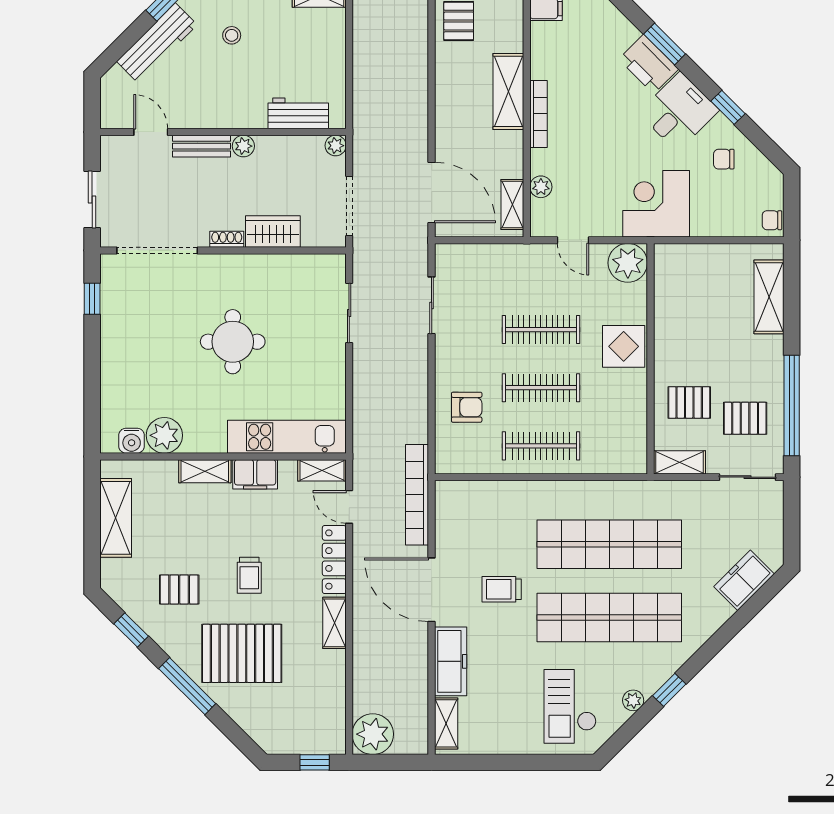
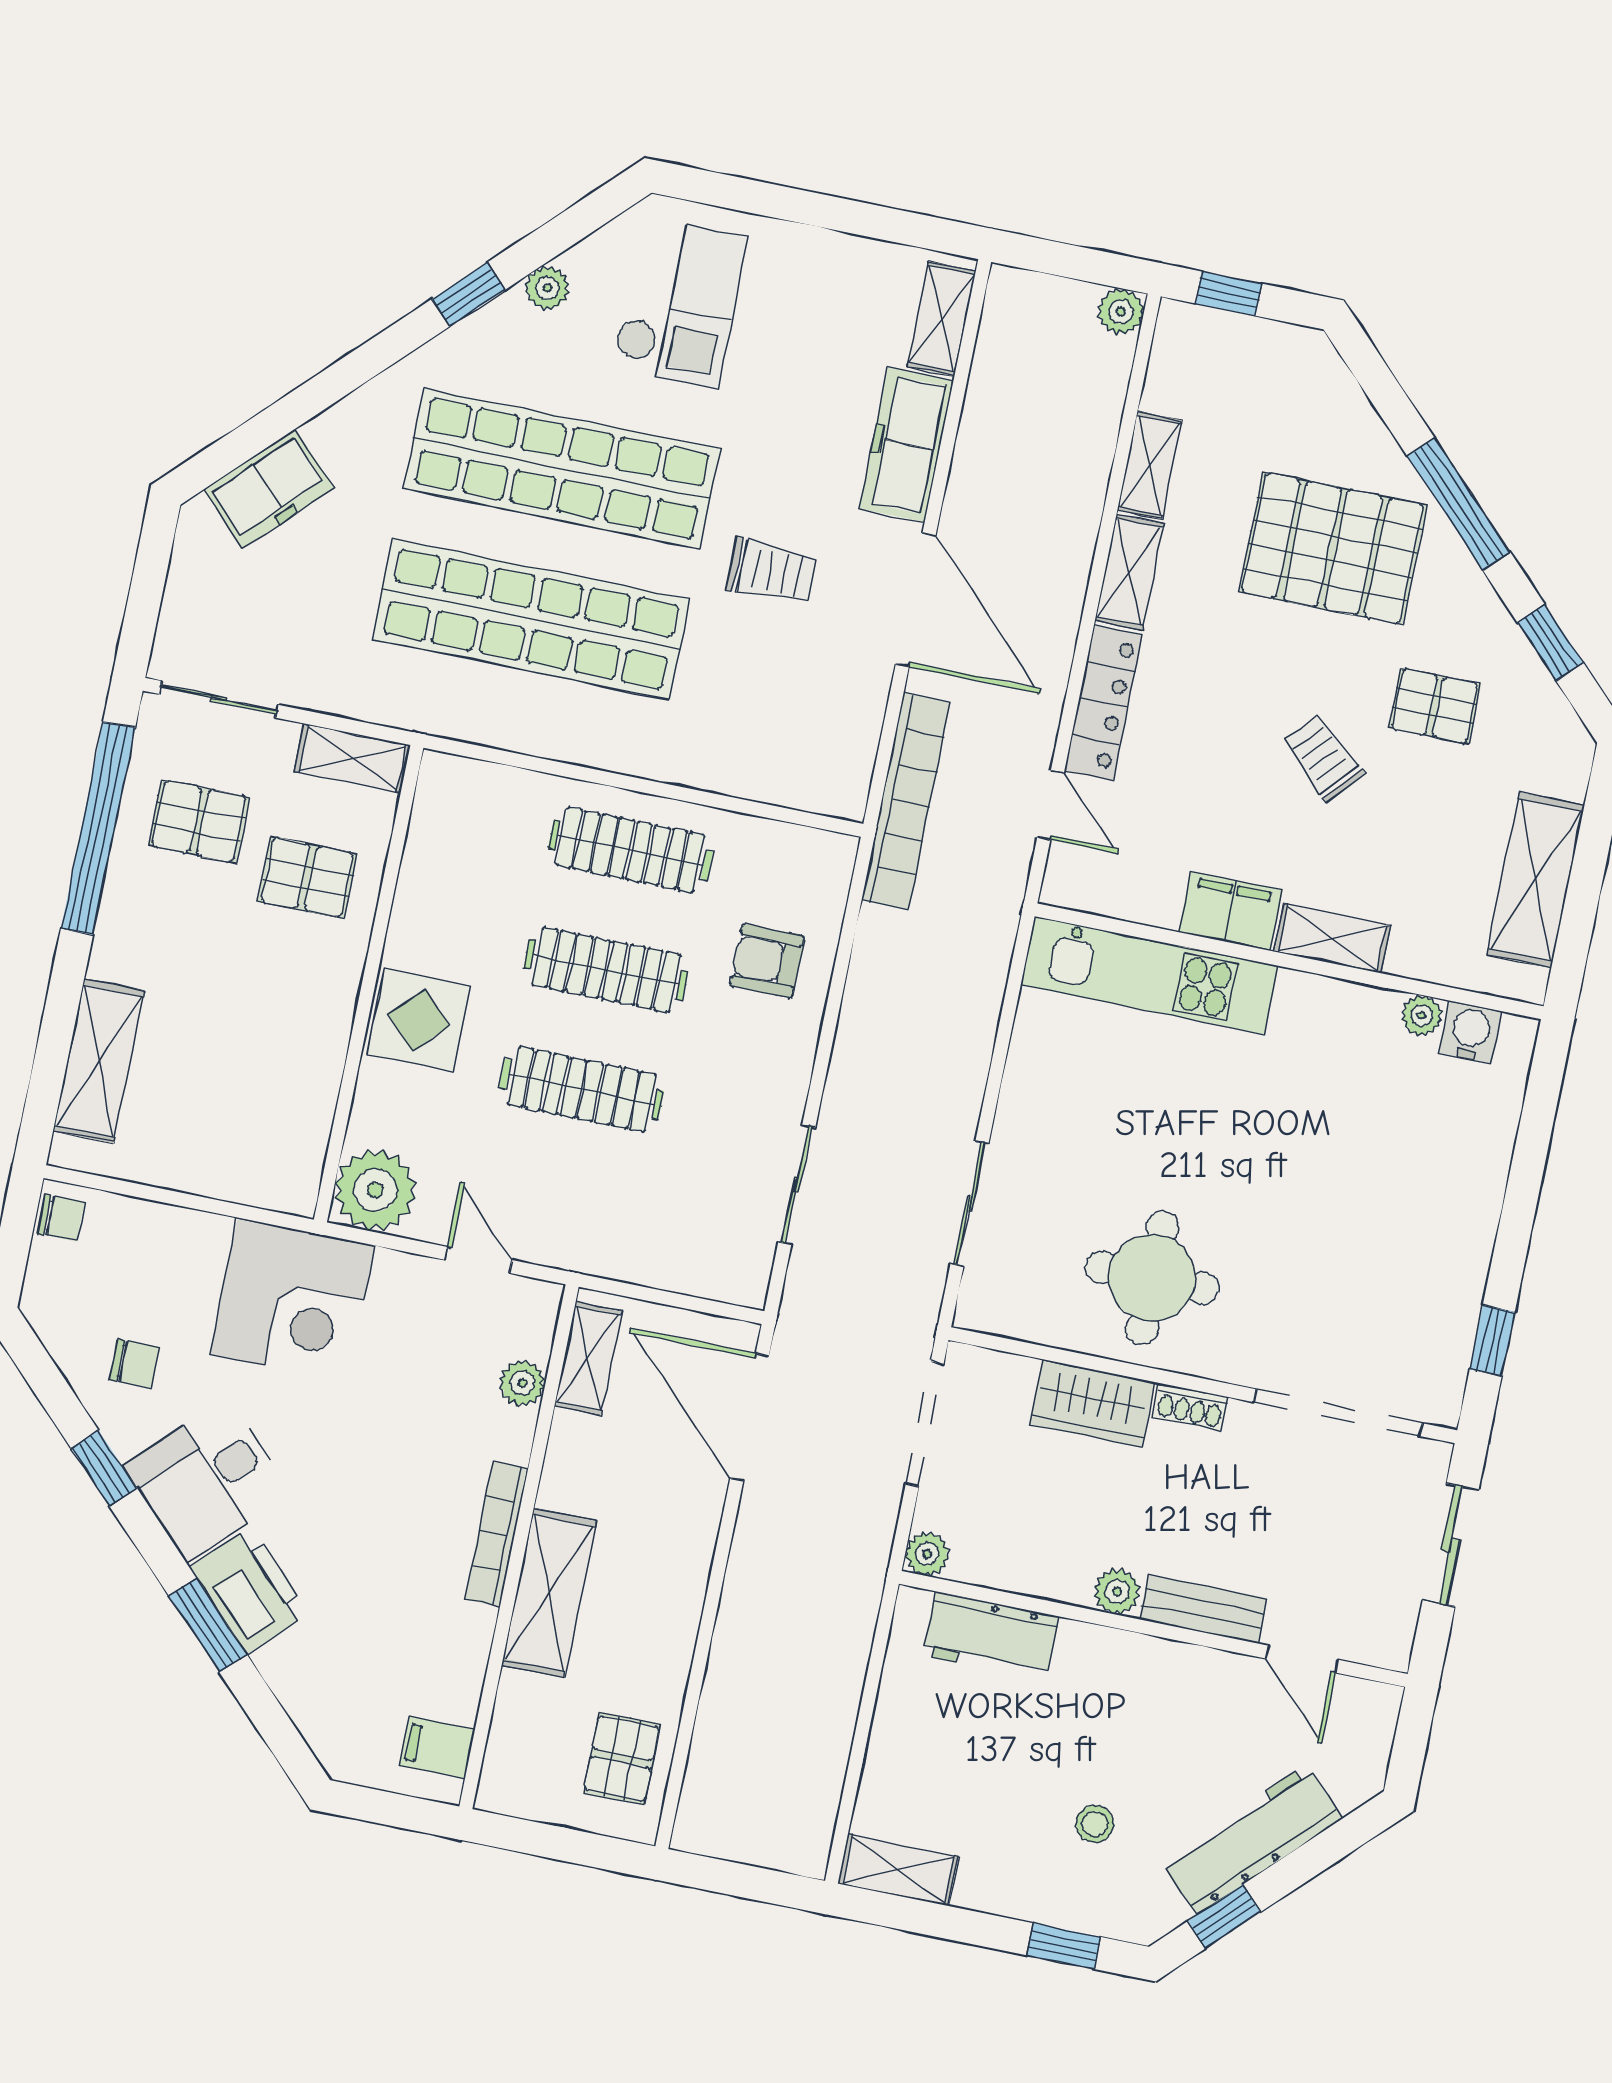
round table: (233, 342) -> (1152, 1278), moved
plant: (164, 435) -> (1422, 1016), width x0.53, depth x0.53
shelving: (322, 470) -> (1149, 465), moved, turned 90
trolley: (249, 575) -> (1323, 758), moved, turned -48
plant: (373, 734) -> (1121, 312), width x0.53, depth x0.53

